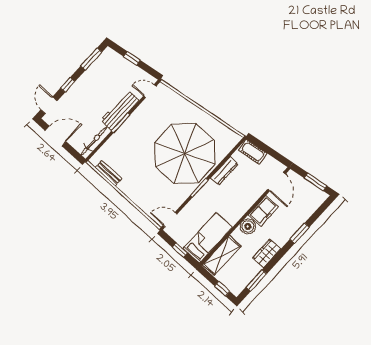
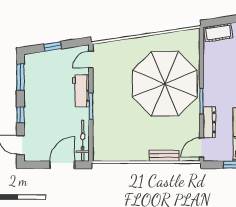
workbench: (120, 110) -> (81, 91), width x0.73
door: (56, 136) -> (62, 165), moved
dresser: (224, 171) -> (209, 122), moved
bench: (108, 173) -> (164, 156), moved

